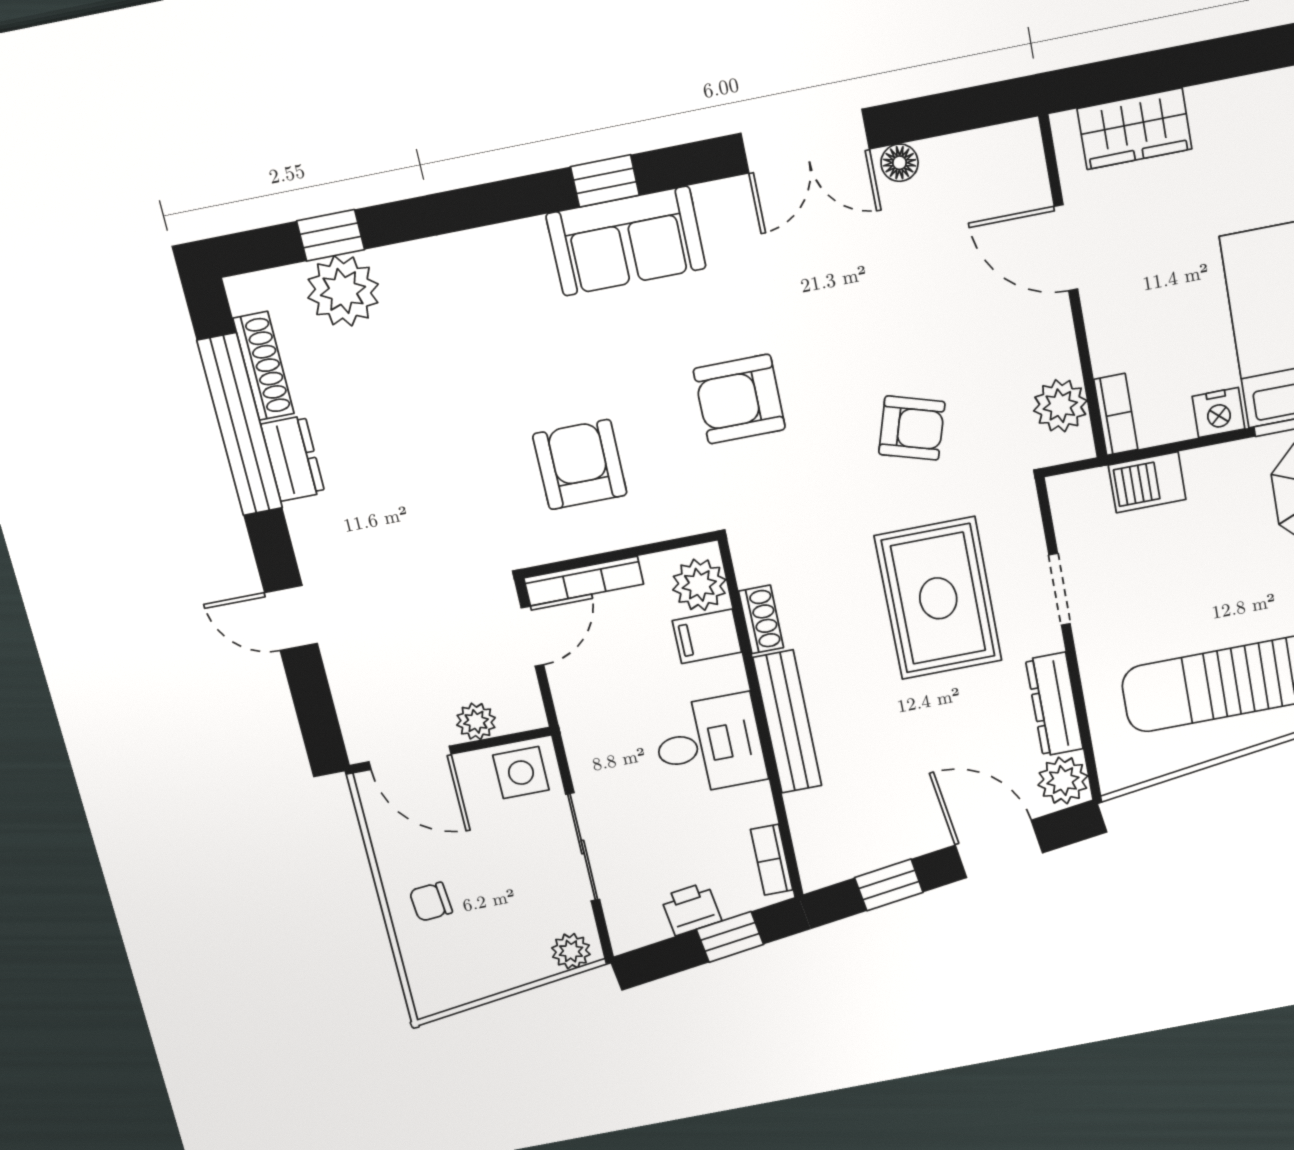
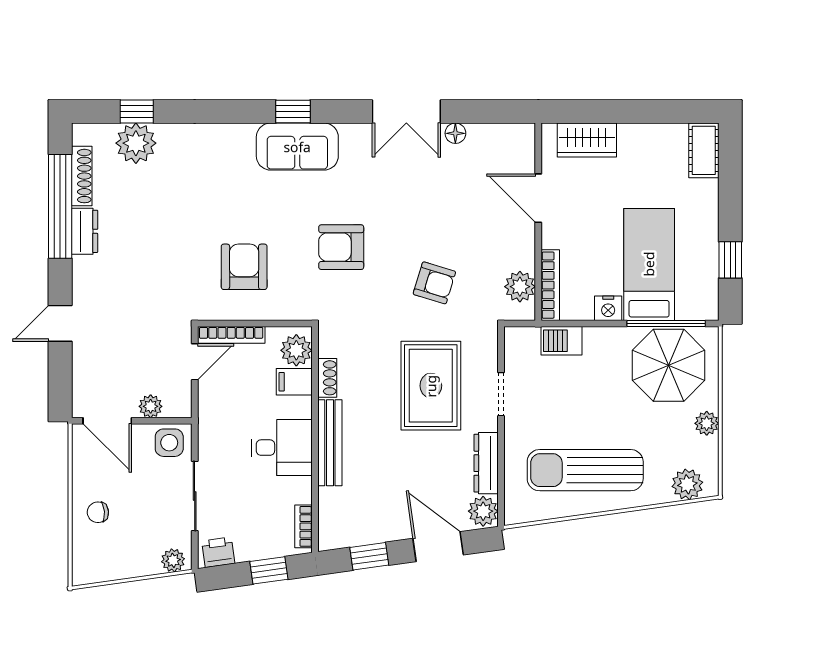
bookcase: (1116, 415) -> (550, 285), width x1.56
door: (291, 618) -> (60, 323), hinge flipped
printer: (691, 909) -> (218, 552), moved

